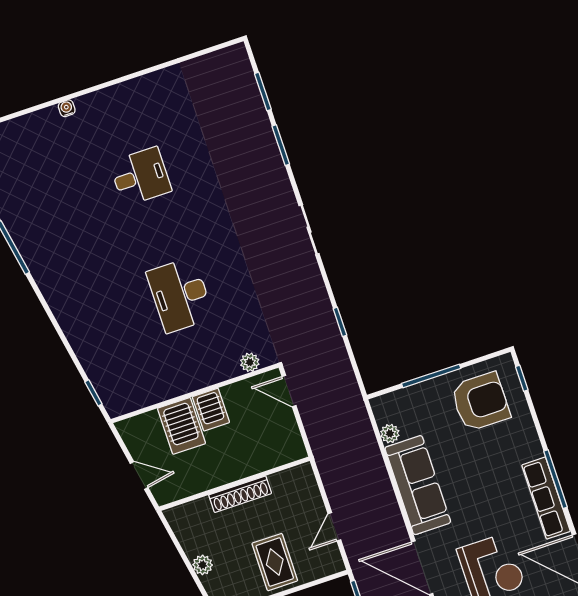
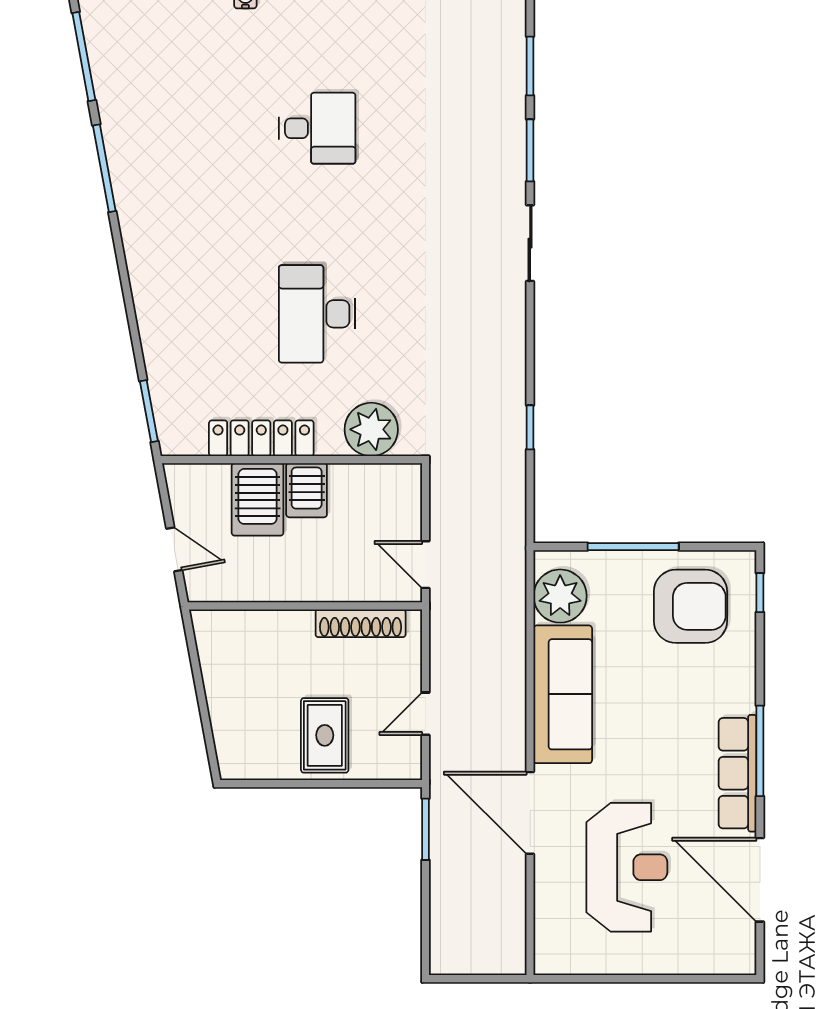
sliding door: (309, 230) -> (530, 243), moved
plant: (250, 362) -> (371, 429), width x1.88, depth x1.88
locker: (171, 386) -> (261, 438), added
door: (289, 391) -> (426, 565), moved
window: (93, 393) -> (149, 411), width x1.50
plant: (390, 434) -> (560, 596), width x1.87, depth x1.87
shoe rack: (240, 494) -> (361, 623), moved
plant: (203, 565) -> (221, 705), removed

